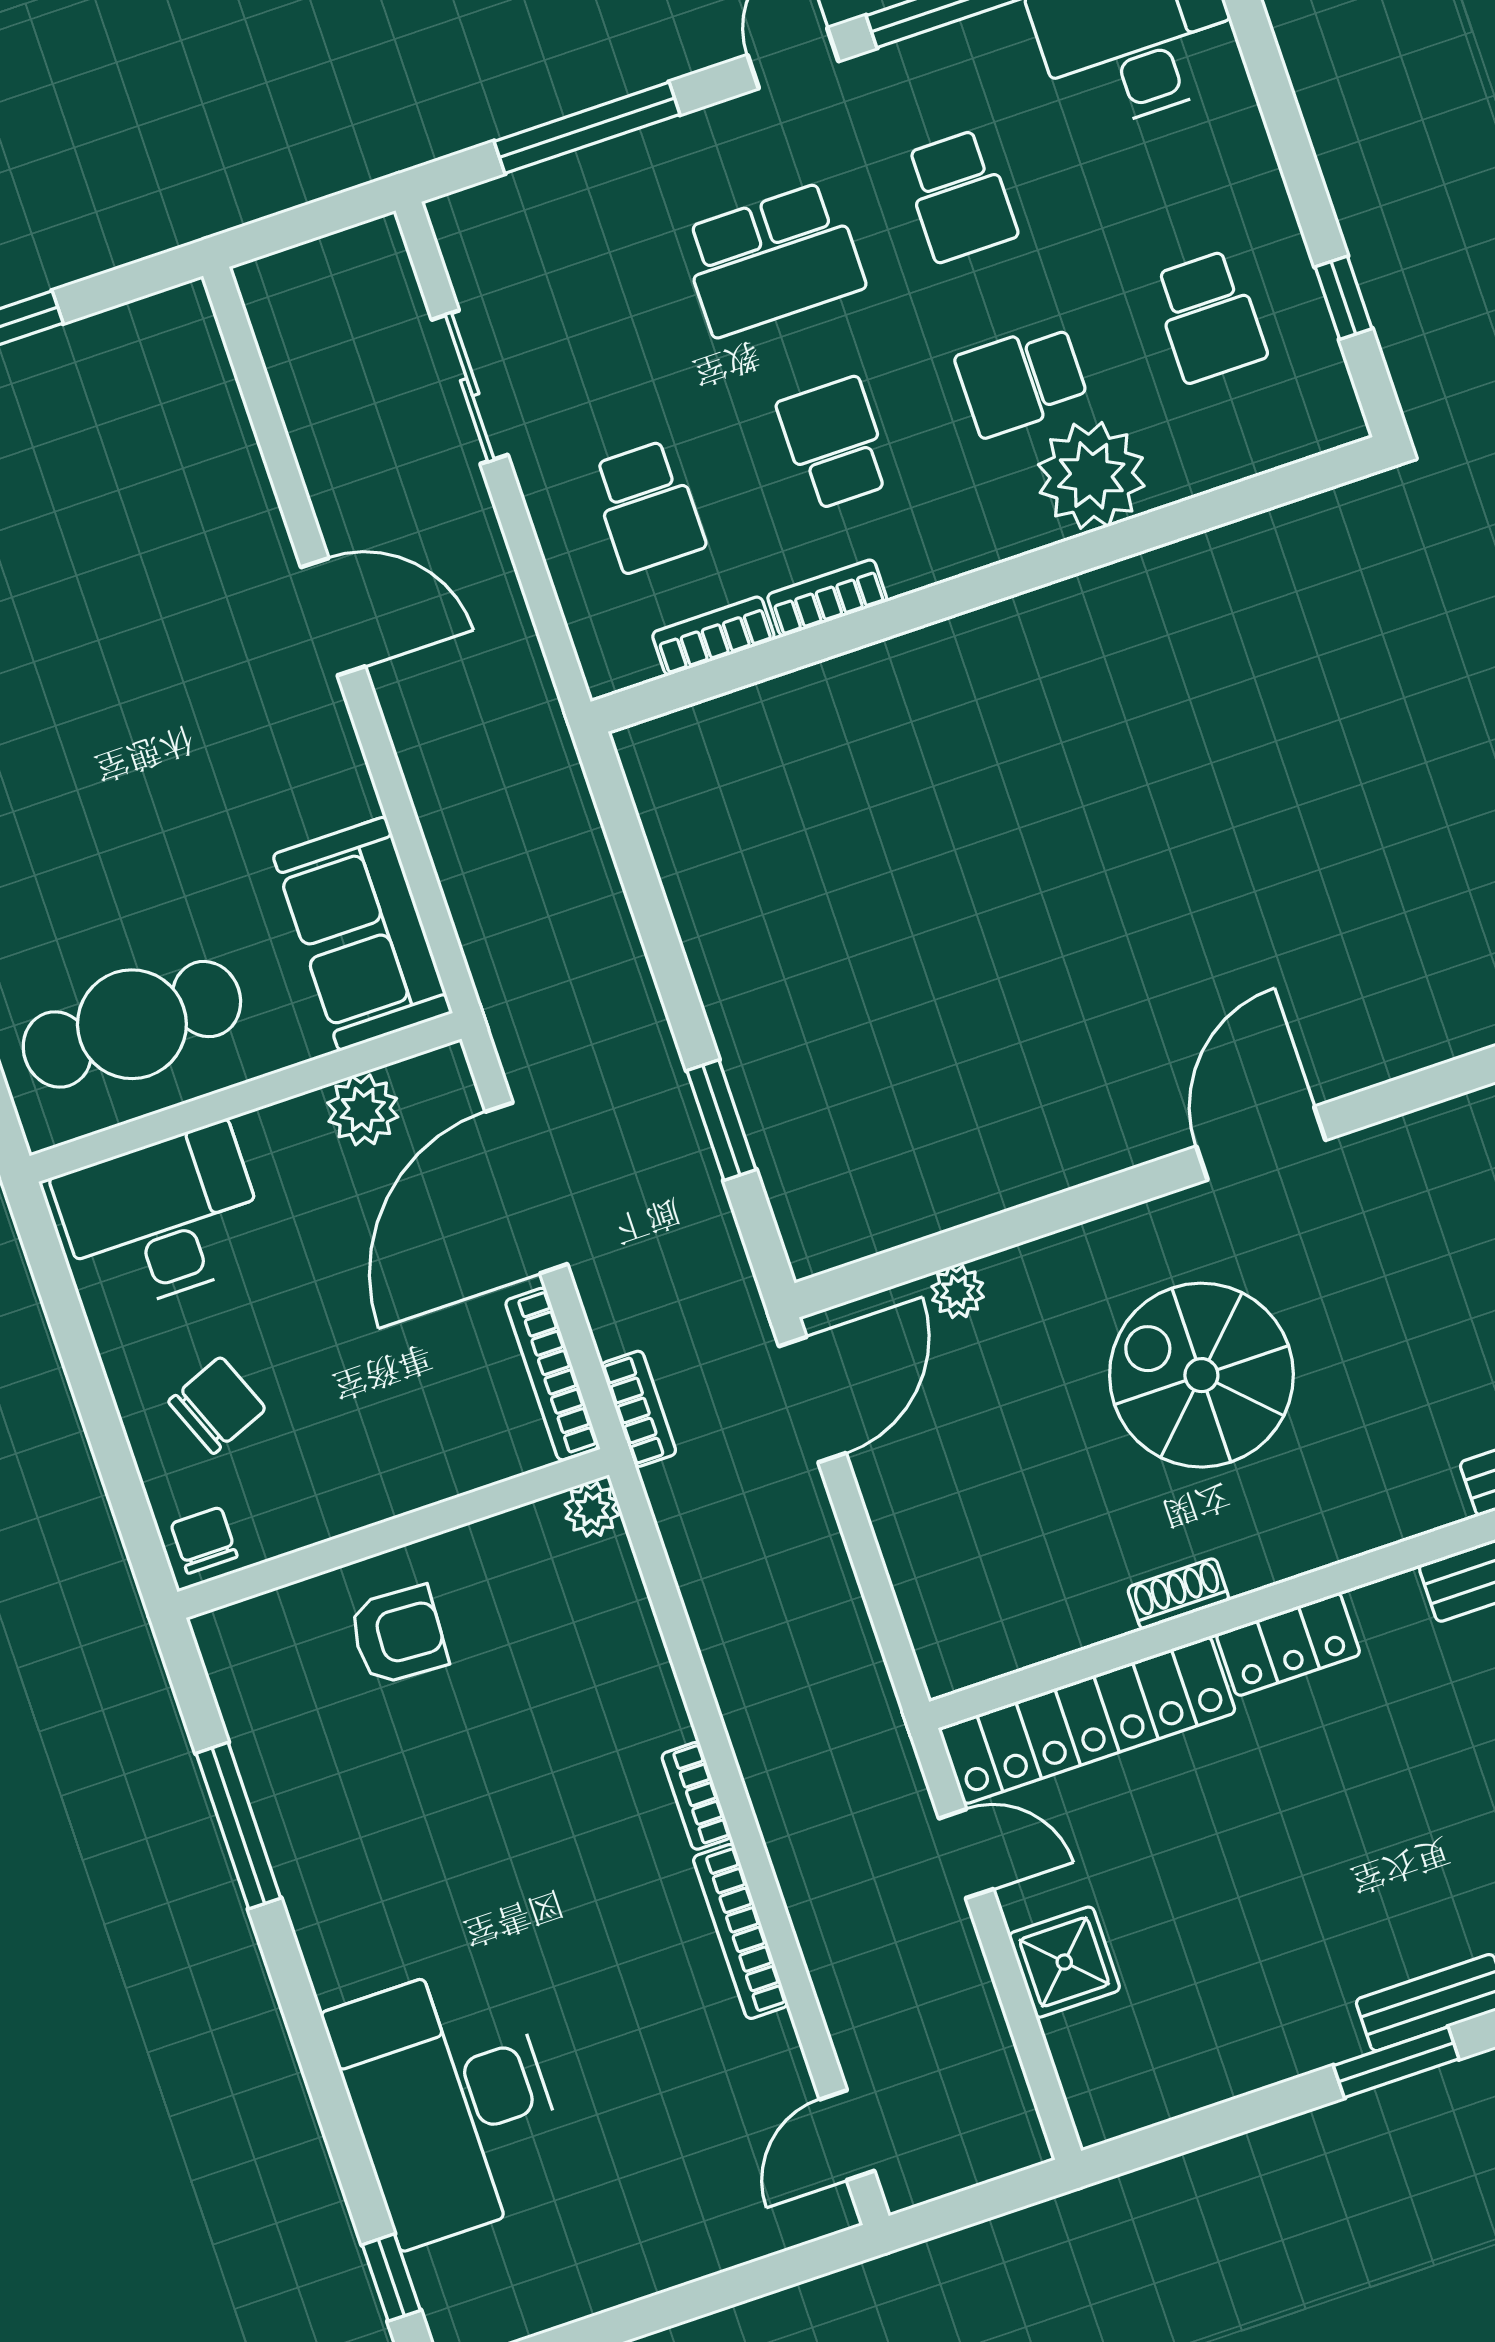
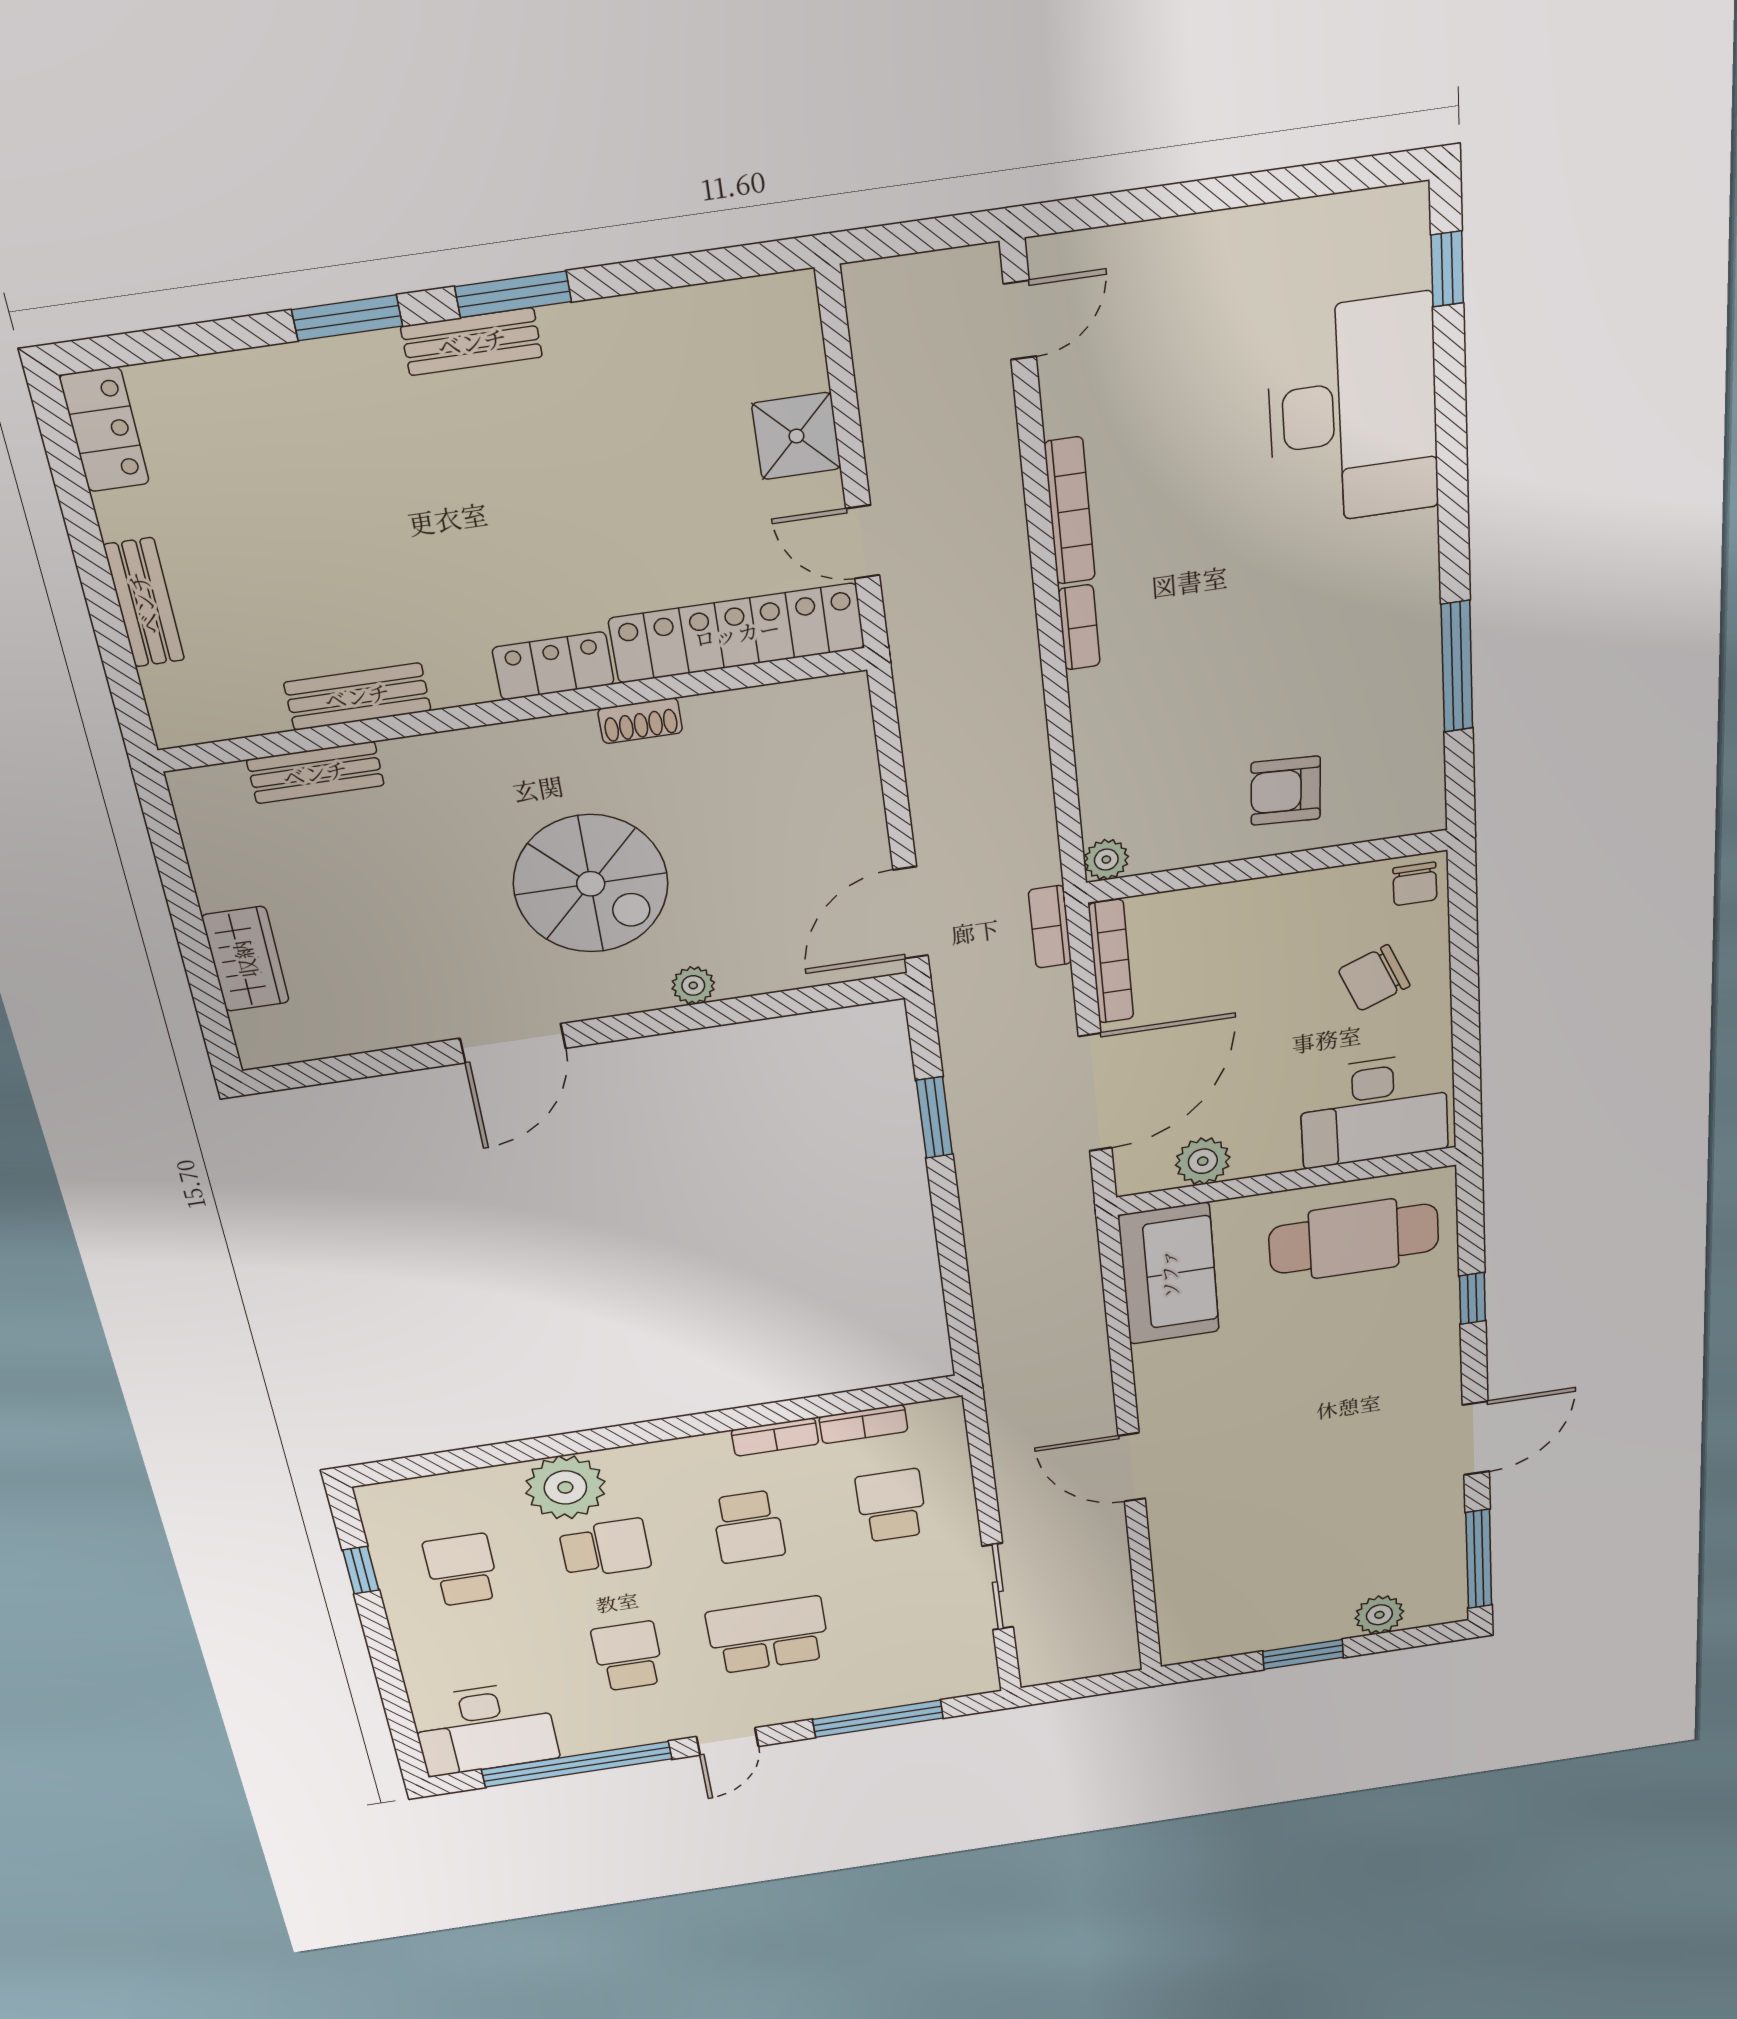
plant: (958, 1292) -> (693, 985), moved

